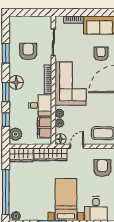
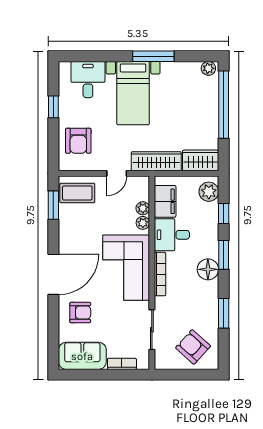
armchair: (28, 51) -> (193, 347), moved, turned 132
armchair: (101, 54) -> (80, 313), turned -90
floor lamp: (61, 139) -> (141, 184), removed

